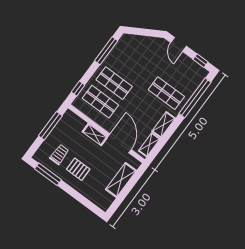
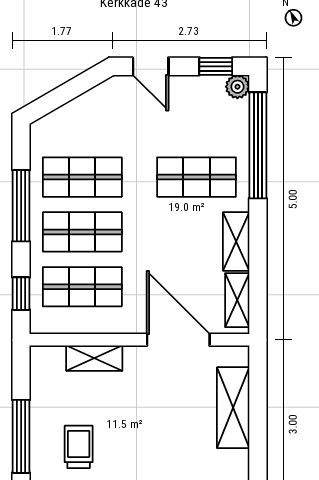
window: (106, 51) -> (21, 206), moved
shop shelf: (128, 65) -> (82, 177), added
plant: (203, 73) -> (237, 87), added
window: (50, 126) -> (21, 436), moved
shelving: (95, 135) -> (94, 358), moved
pallet: (78, 169) -> (136, 448), removed

